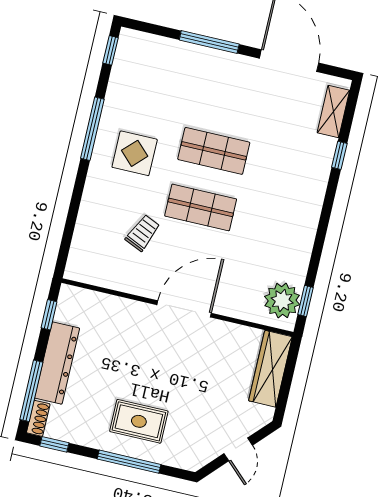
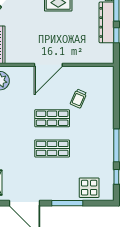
window: (111, 50) -> (116, 177), moved
display table: (135, 153) -> (89, 188), moved
window: (49, 315) -> (116, 35), moved

